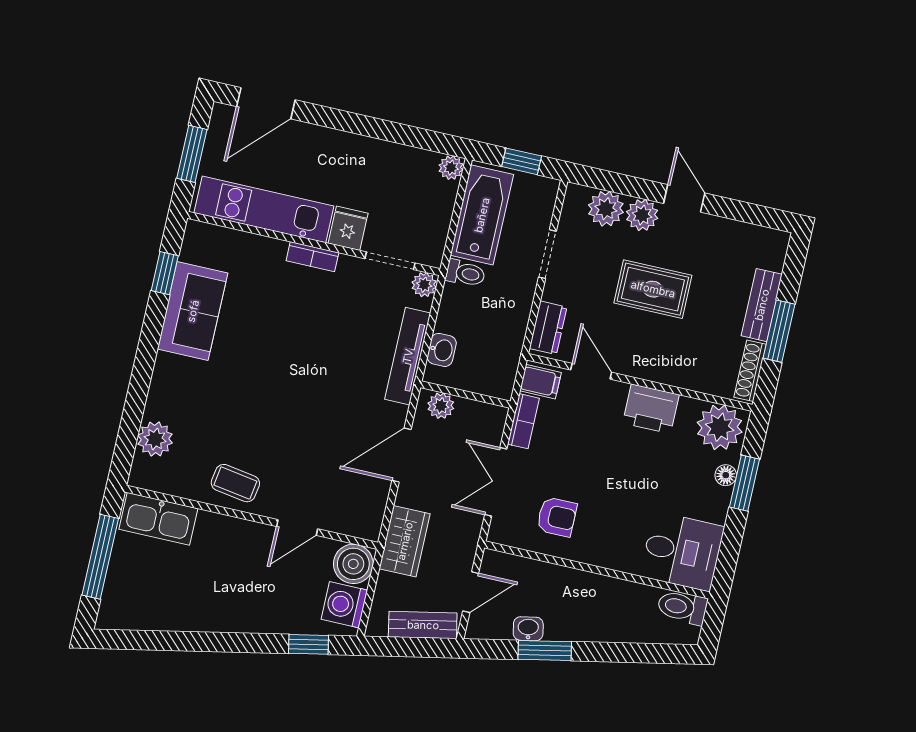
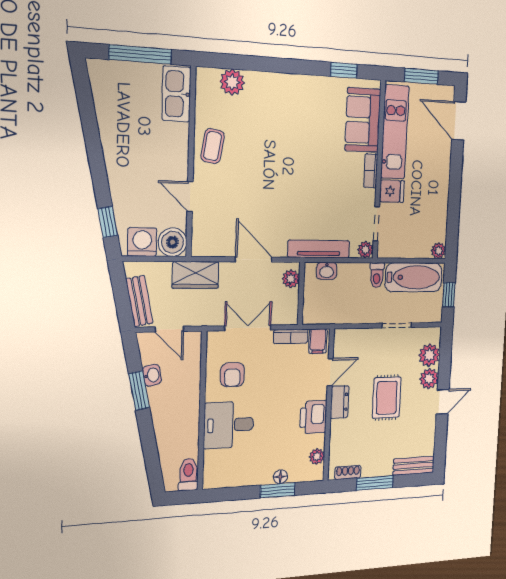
bench: (762, 305) -> (414, 466), moved
sofa: (193, 311) -> (363, 120), moved, turned 90
dresser: (548, 328) -> (339, 402), moved, turned -90
shoe rack: (750, 371) -> (348, 472), width x0.70
plant: (720, 427) -> (317, 456), width x0.53, depth x0.53
desk: (682, 551) -> (229, 425), moved, turned 90

